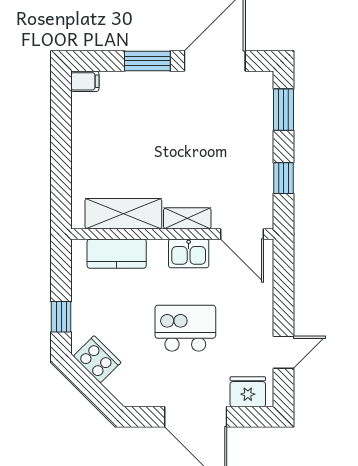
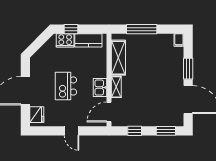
window: (61, 163) -> (142, 29), added
kitchen counter: (117, 254) -> (88, 40), moved, turned -90
kitchen island: (185, 328) -> (66, 86), turned 180
door: (284, 352) -> (71, 131), moved
cooker: (97, 359) -> (65, 40), moved, turned 45

